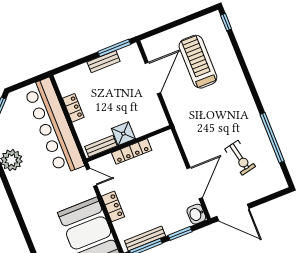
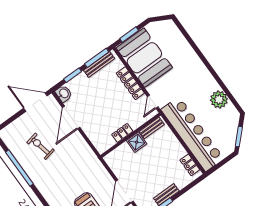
locker: (73, 108) -> (190, 165), moved
locker: (132, 151) -> (122, 133), width x0.66
door: (92, 177) -> (153, 102), hinge flipped
locker: (113, 206) -> (130, 83), width x1.53

